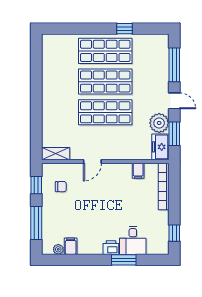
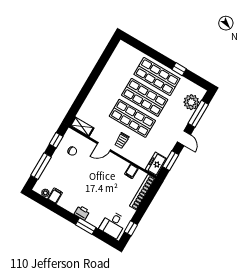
plant: (159, 123) -> (191, 102), moved
trolley: (108, 143) -> (122, 141), added
desk: (133, 240) -> (113, 224), moved

